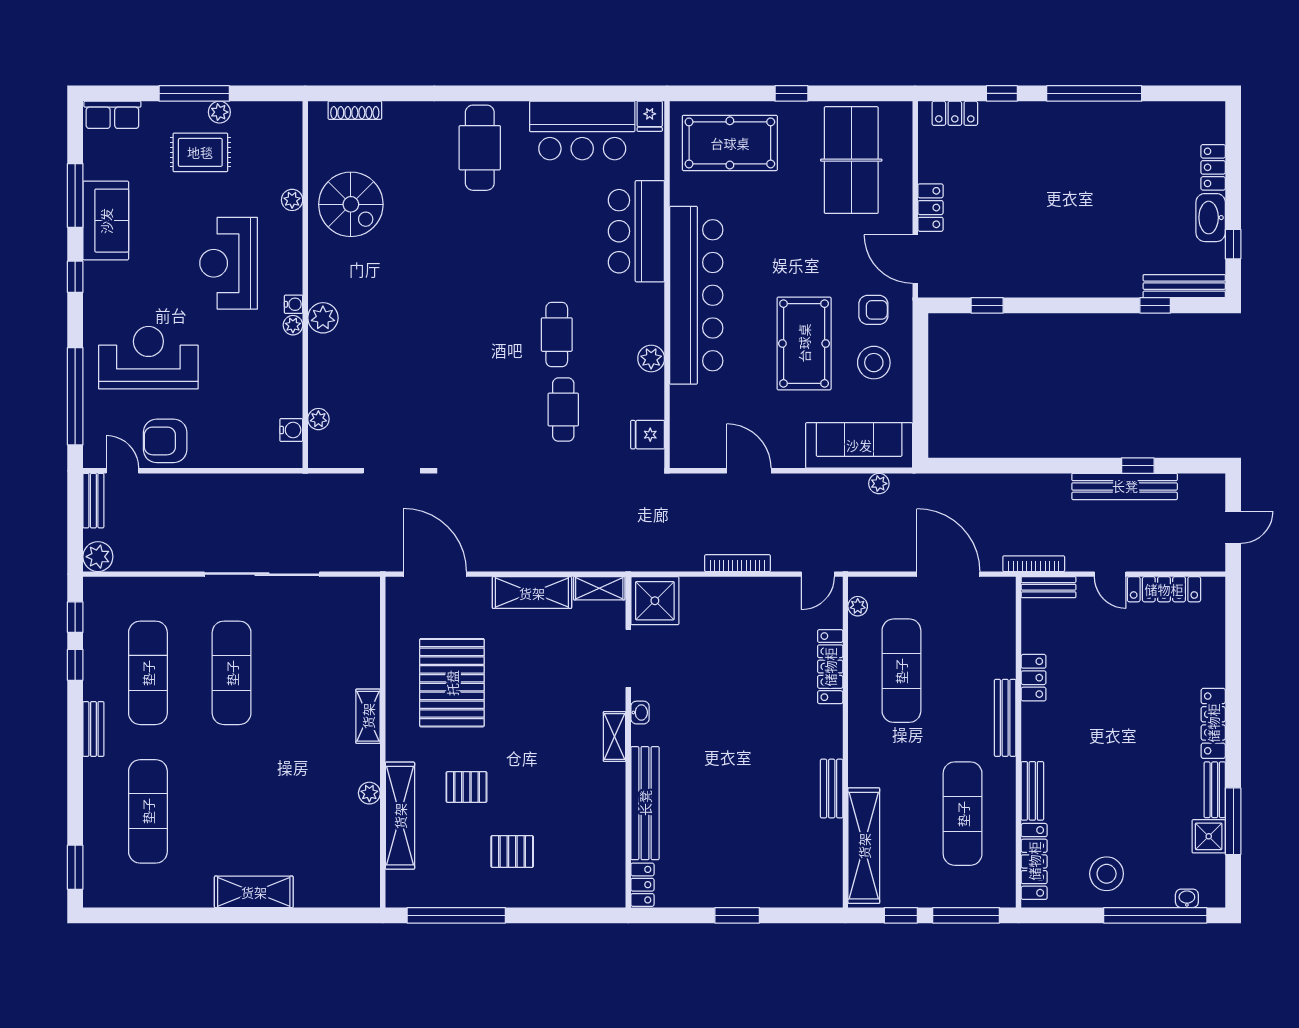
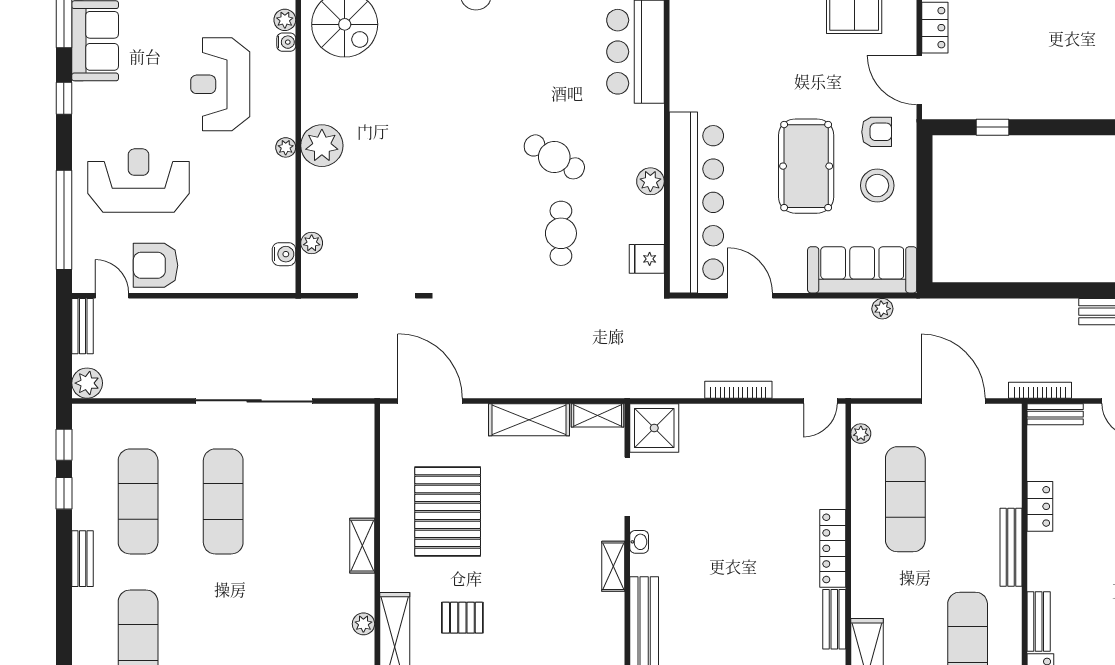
bar counter: (696, 295) -> (696, 202), moved
water cooler: (294, 304) -> (286, 42), moved
plant: (323, 318) -> (322, 146), width x1.36, depth x1.36
cafe table: (557, 335) -> (554, 157), turned -60
locker: (830, 667) -> (833, 548), moved

